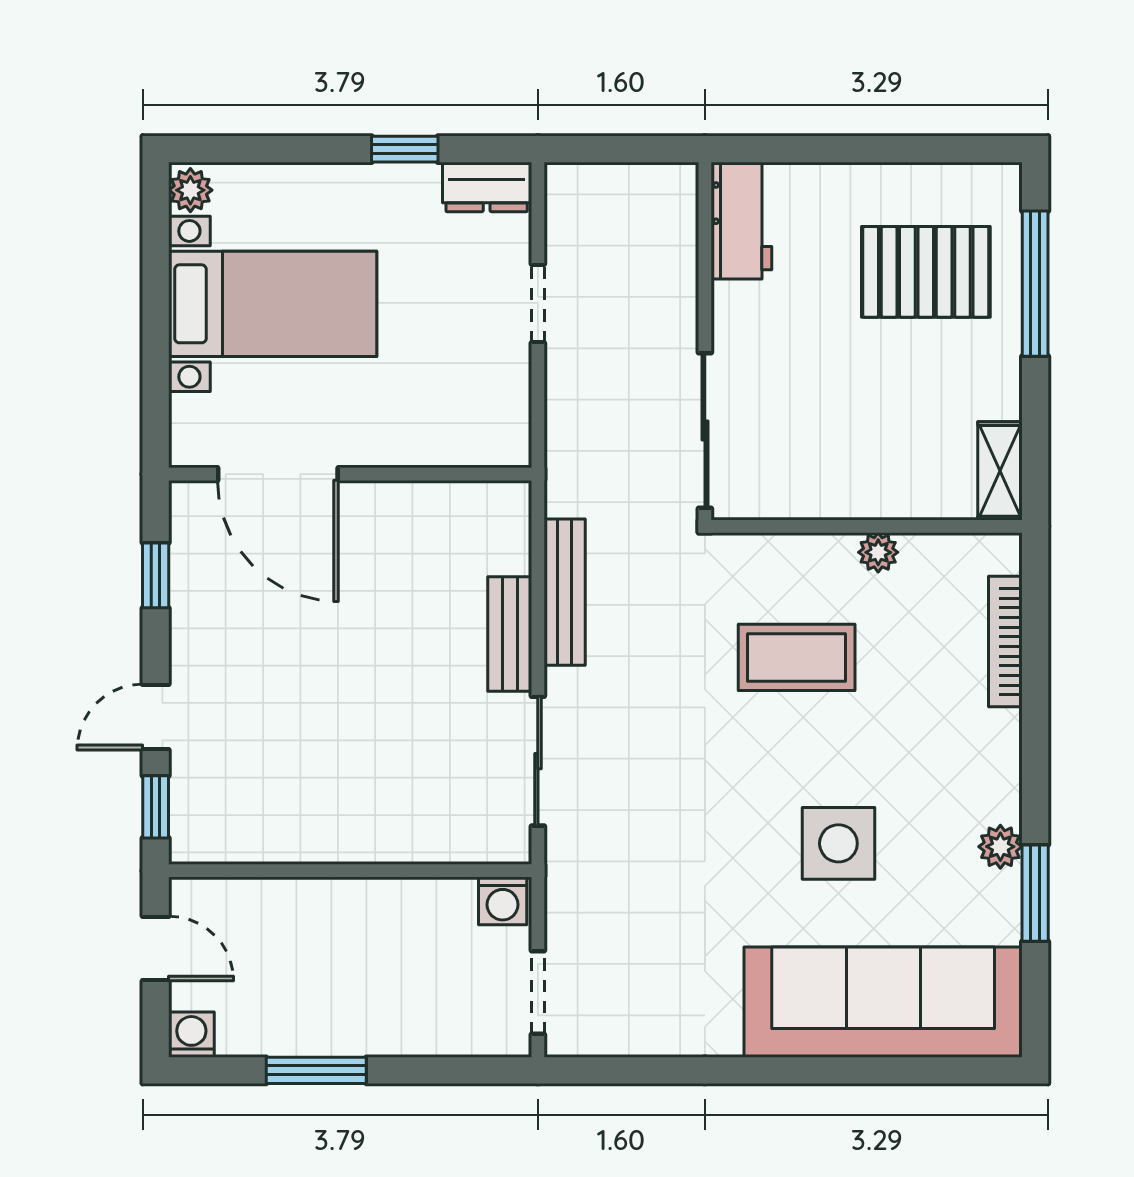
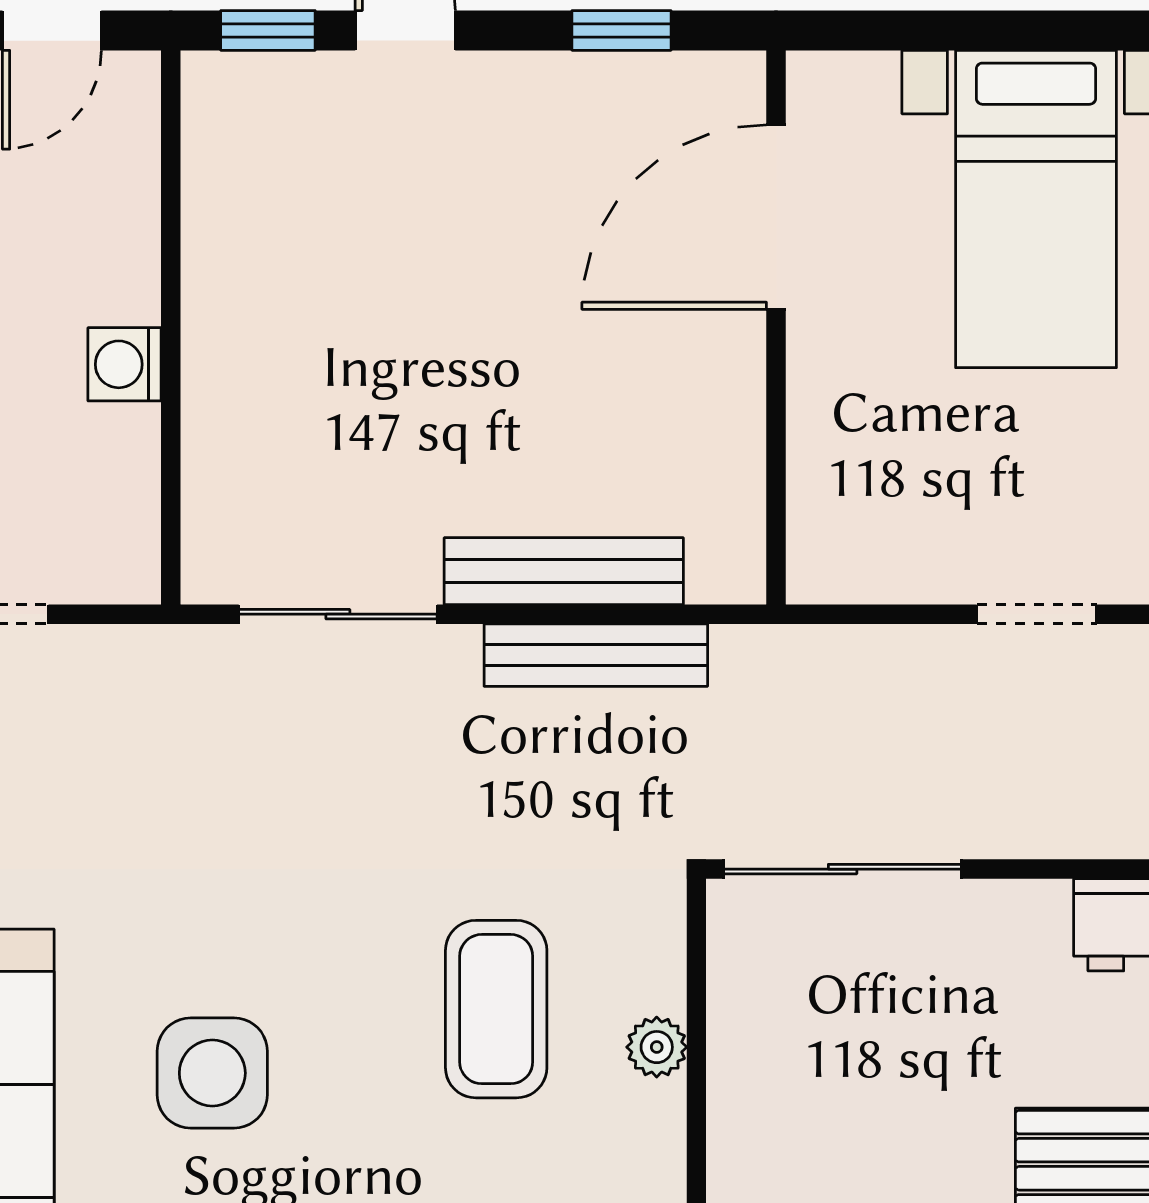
plant: (878, 552) -> (657, 1047), moved
bench: (510, 634) -> (564, 571), width x1.36
washing machine: (503, 901) -> (125, 364), moved

